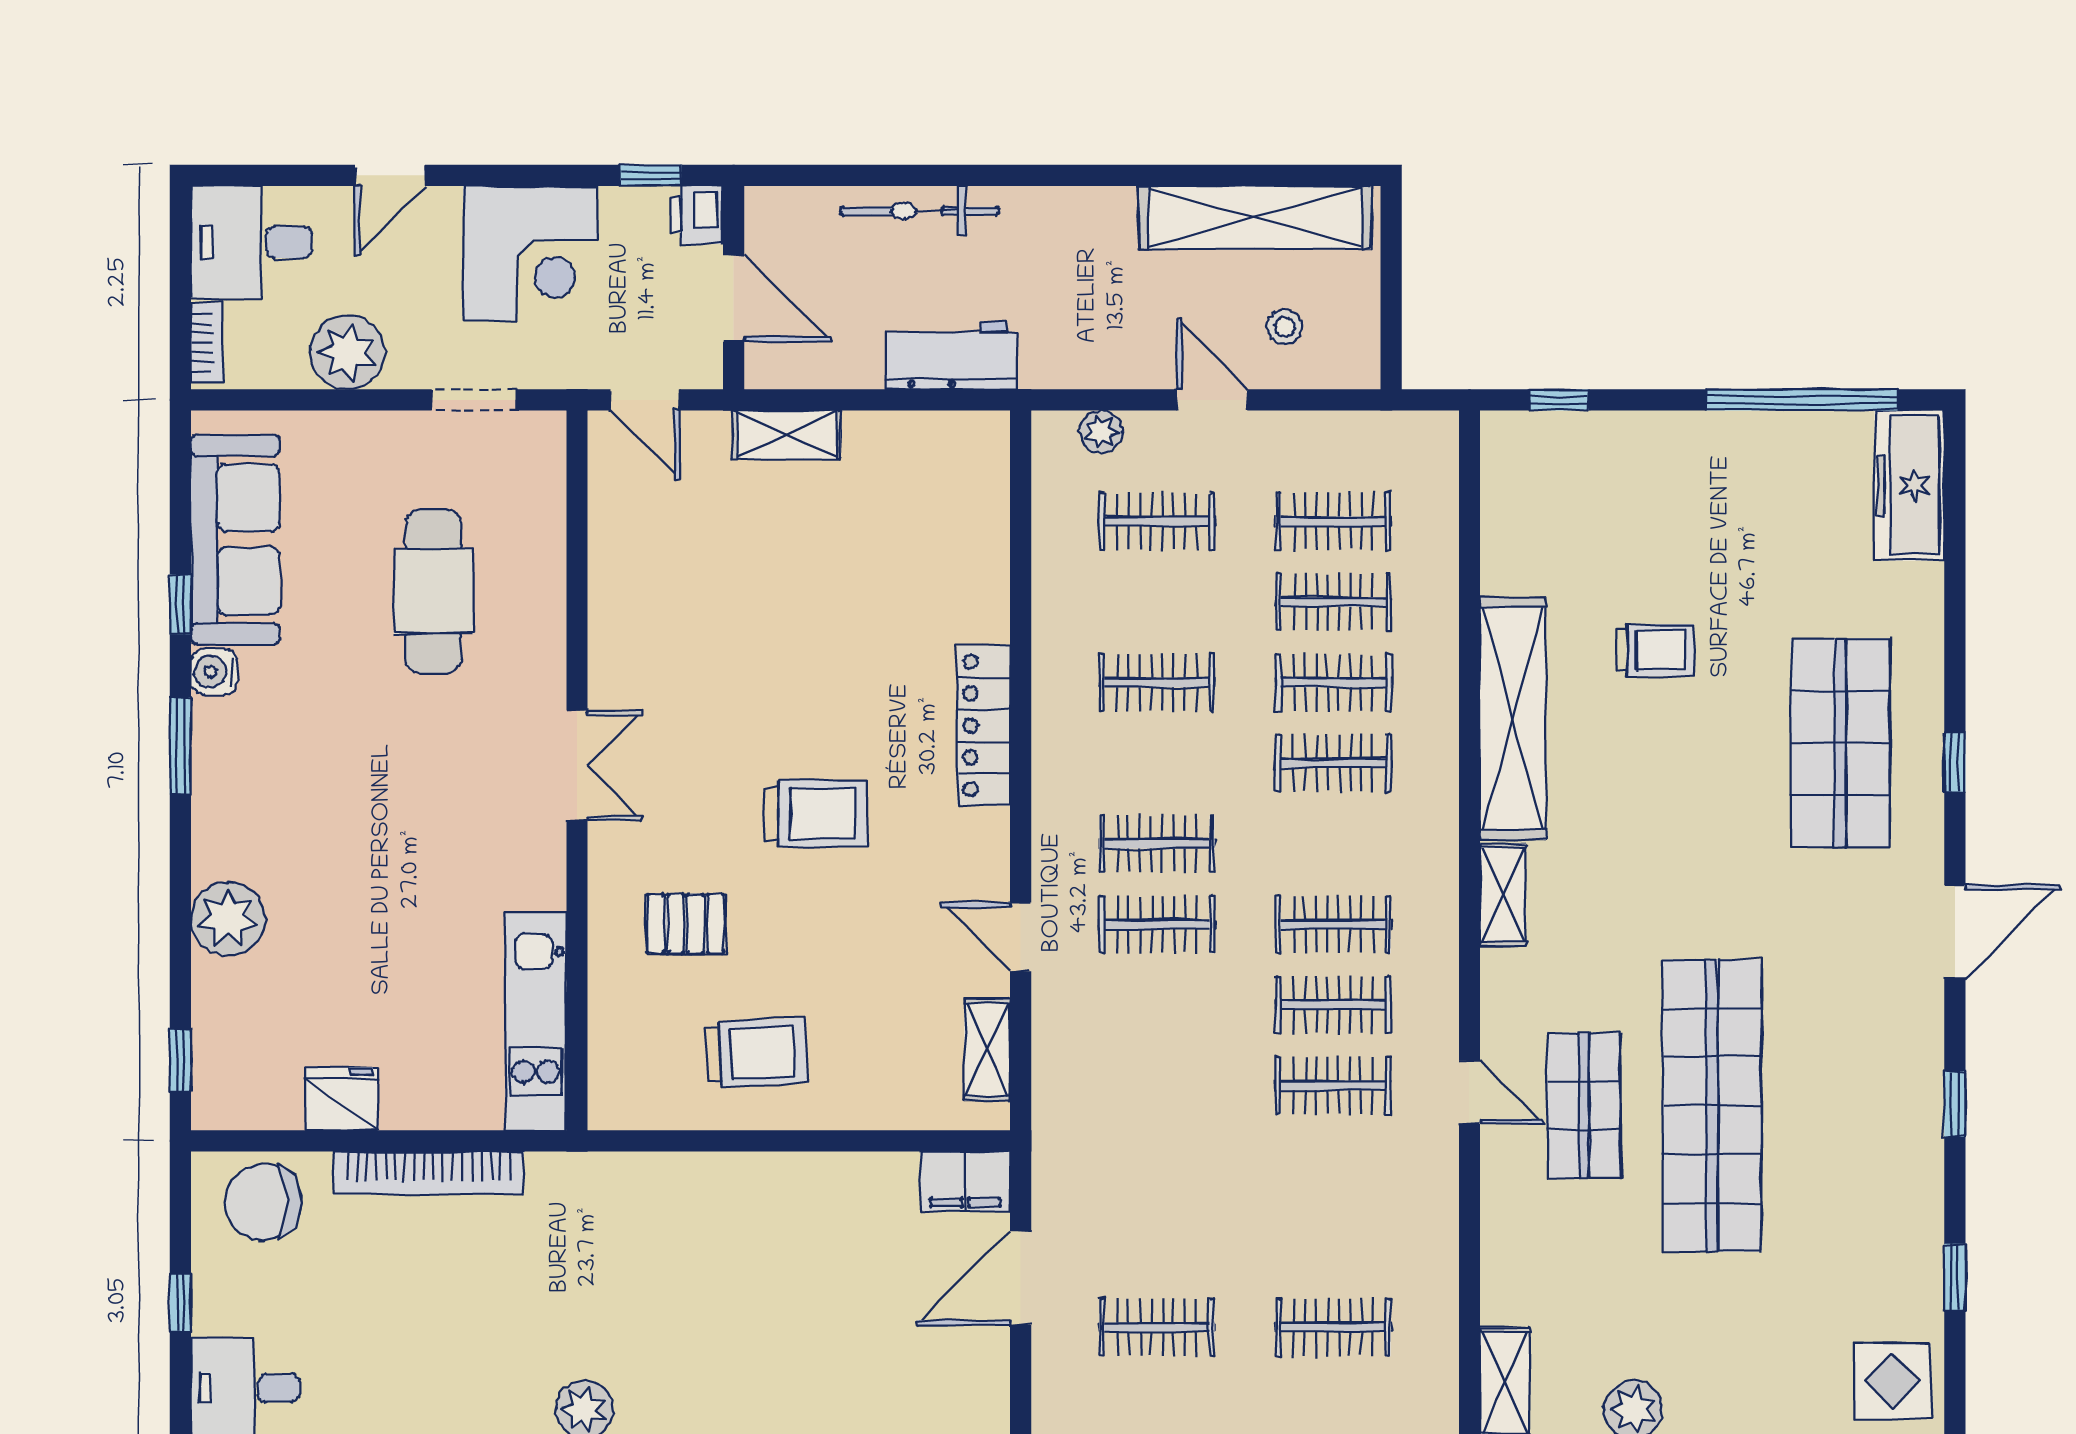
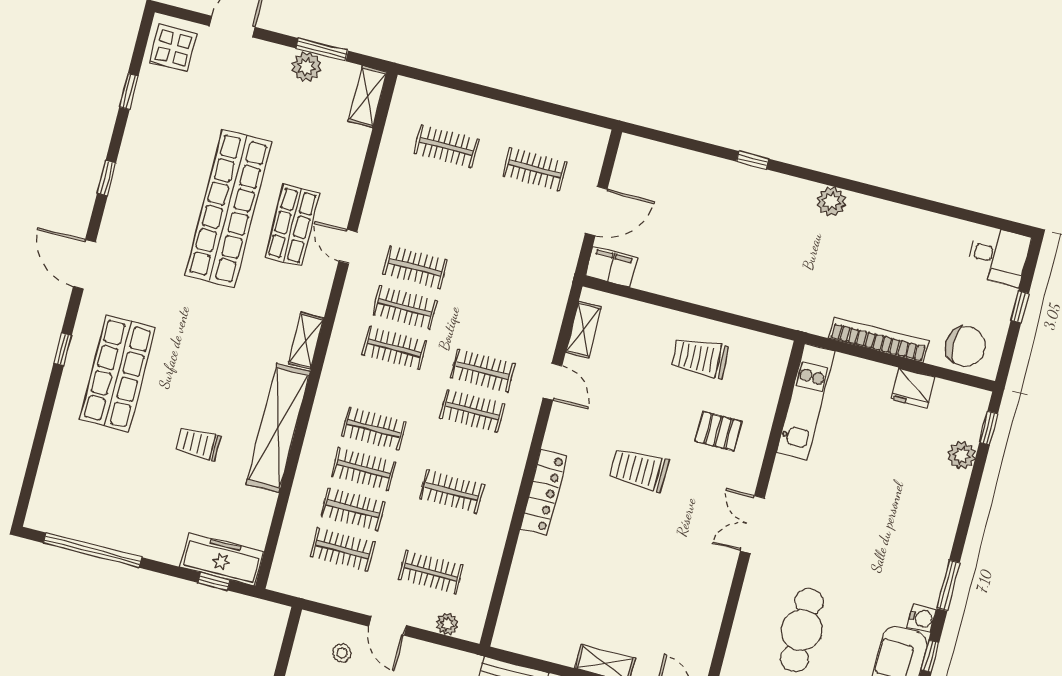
freezer: (1910, 485) -> (222, 559), moved, turned -90
plant: (228, 919) -> (962, 455), moved, width x0.73, depth x0.73
door: (1955, 932) -> (84, 264), hinge flipped

